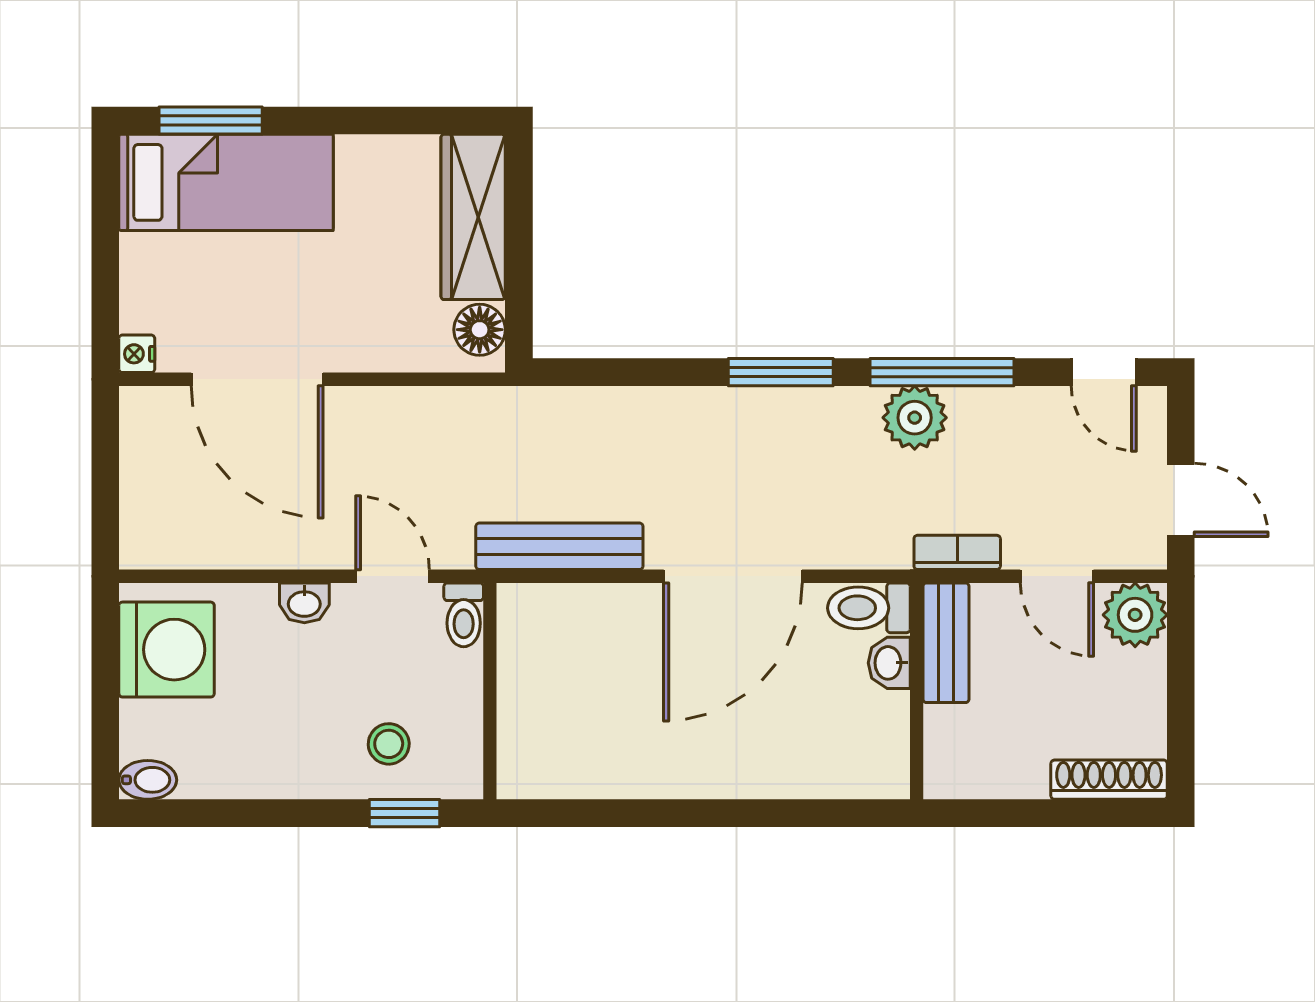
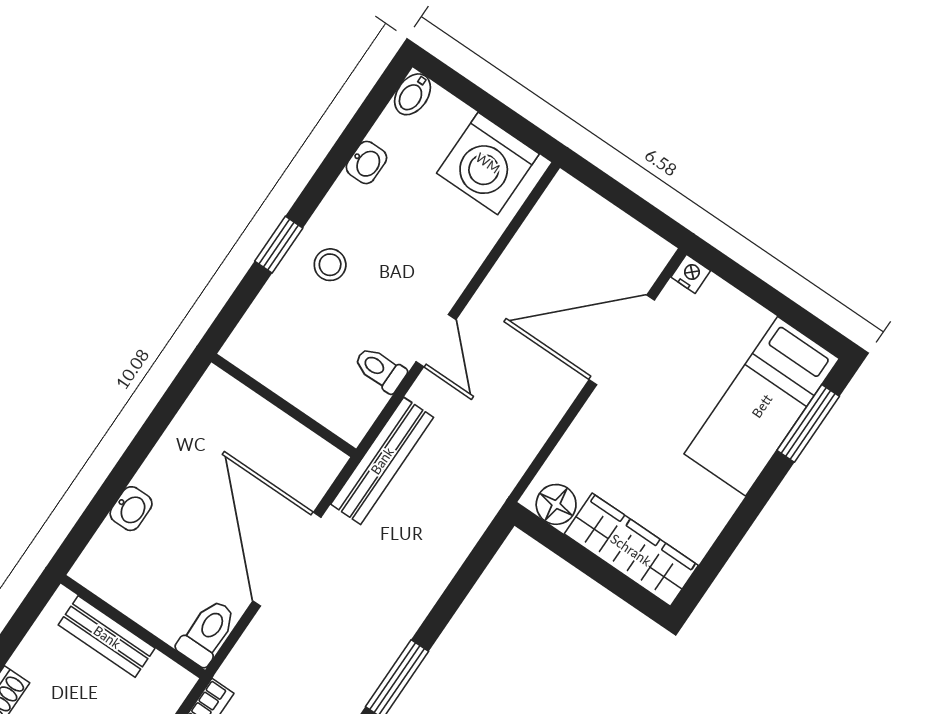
door: (393, 576) -> (436, 341), hinge flipped
washbasin: (304, 603) -> (366, 162), moved, turned 180
bench: (946, 643) -> (107, 637), moved
washbasin: (889, 663) -> (131, 509), moved, turned 90
wall: (490, 691) -> (284, 405), moved

